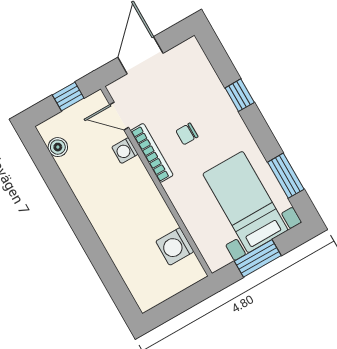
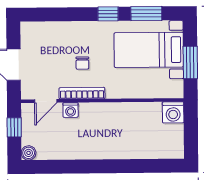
window: (240, 95) -> (108, 14), moved
boiler: (58, 147) -> (29, 153), moved
washing machine: (175, 246) -> (173, 112), moved

